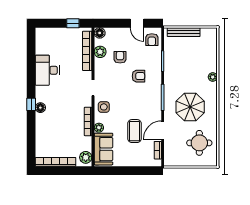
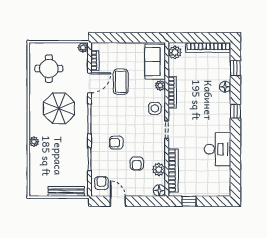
floor lamp: (40, 108) -> (225, 87), moved
window: (31, 143) -> (235, 68), added
plant: (168, 162) -> (83, 47), added

